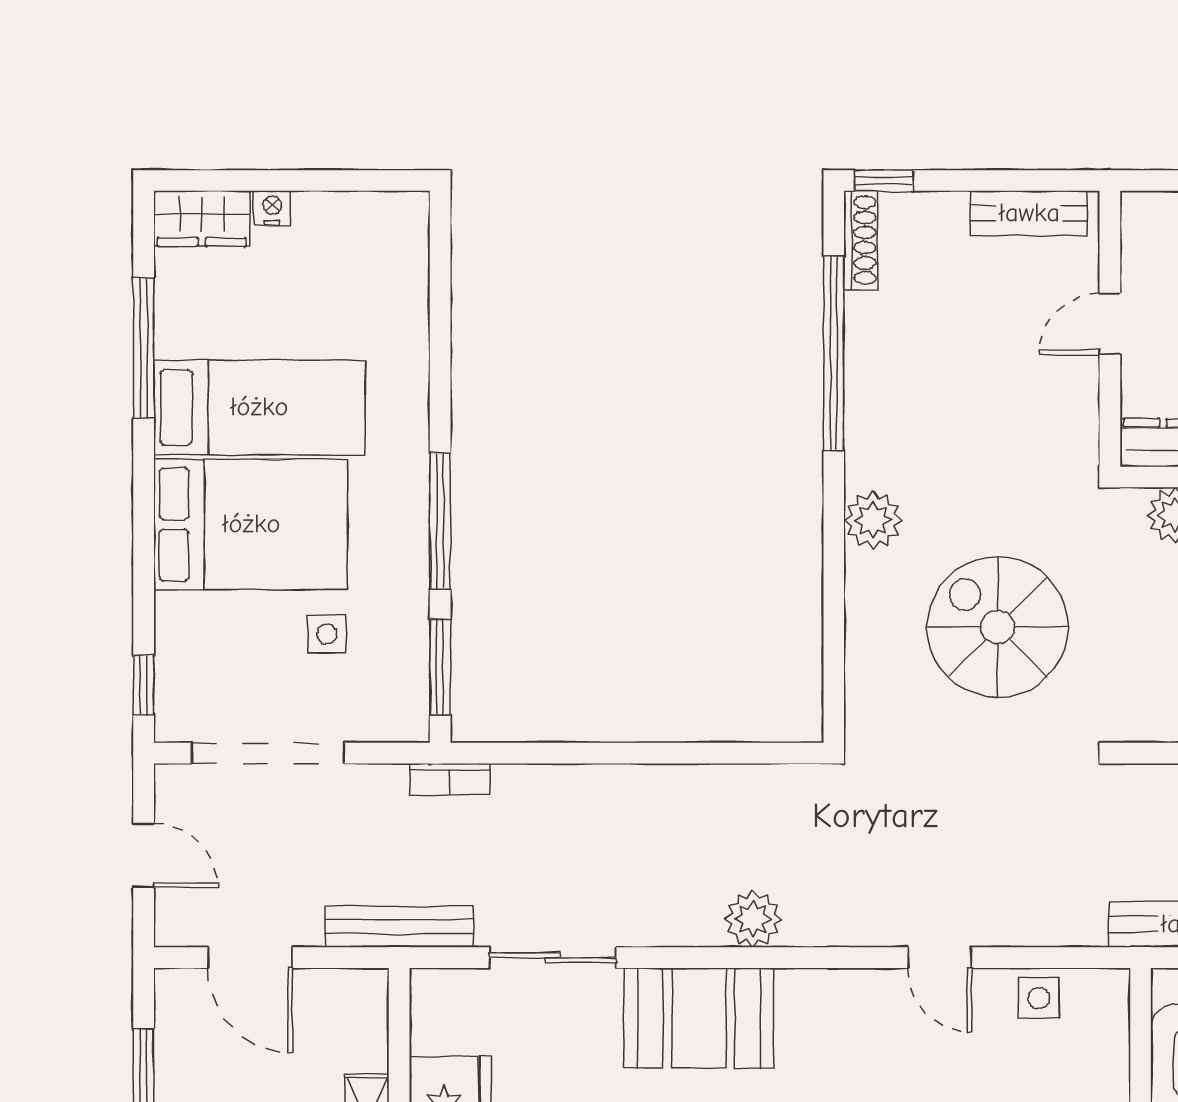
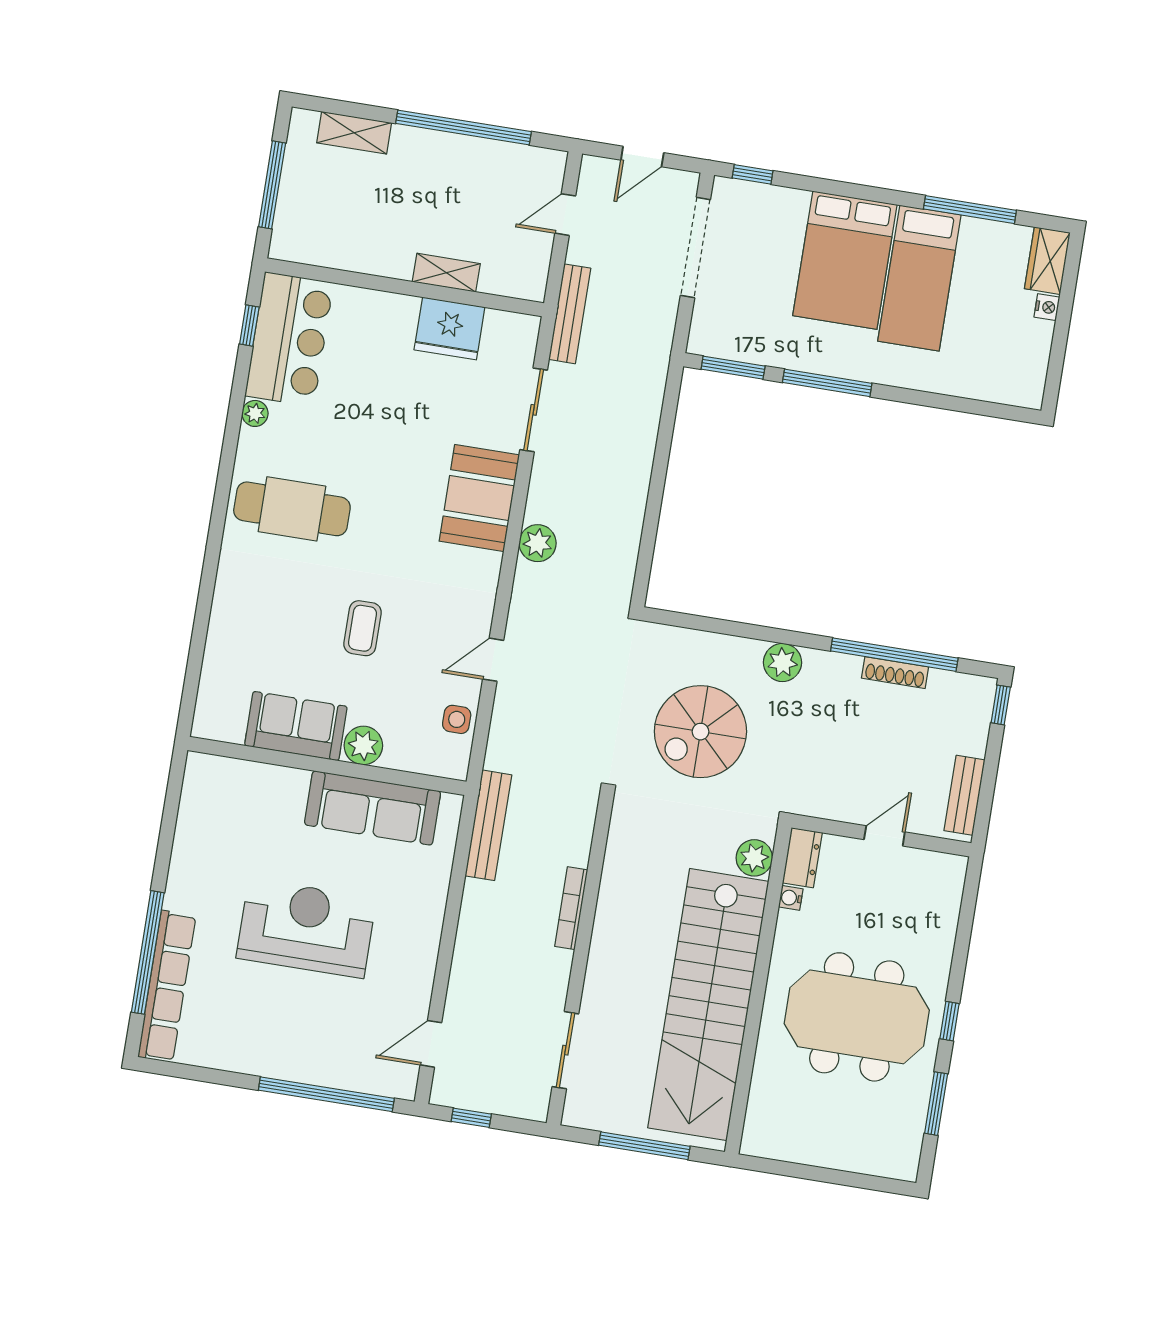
shoe rack: (861, 240) -> (895, 673), moved
door: (1110, 324) -> (884, 836), hinge flipped
spiral stairs: (997, 627) -> (700, 732), turned 180
side table: (327, 634) -> (766, 298), removed
bookcase: (450, 779) -> (659, 362), removed
door: (250, 958) -> (565, 215), width x0.73

